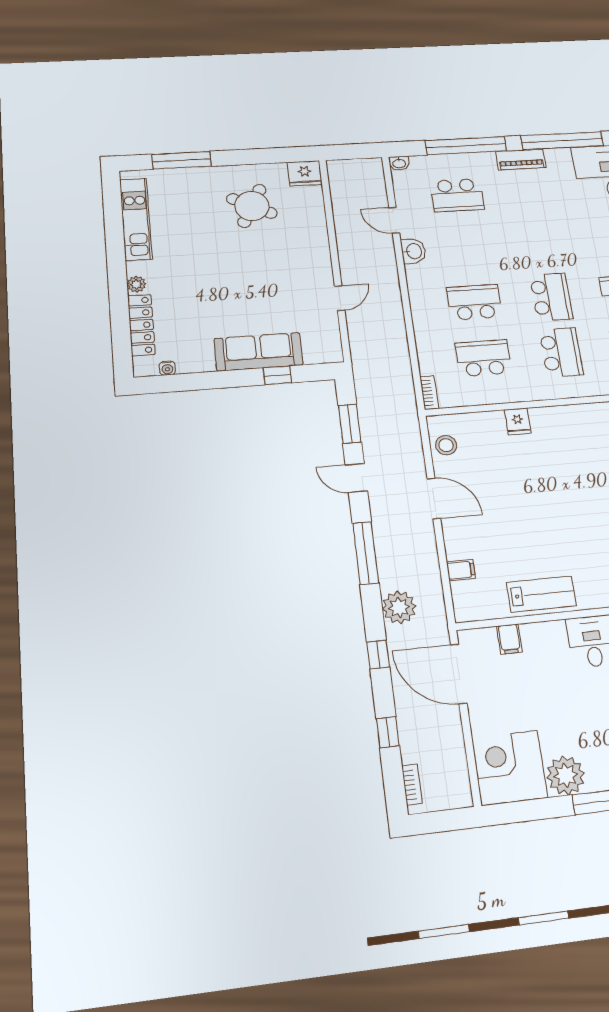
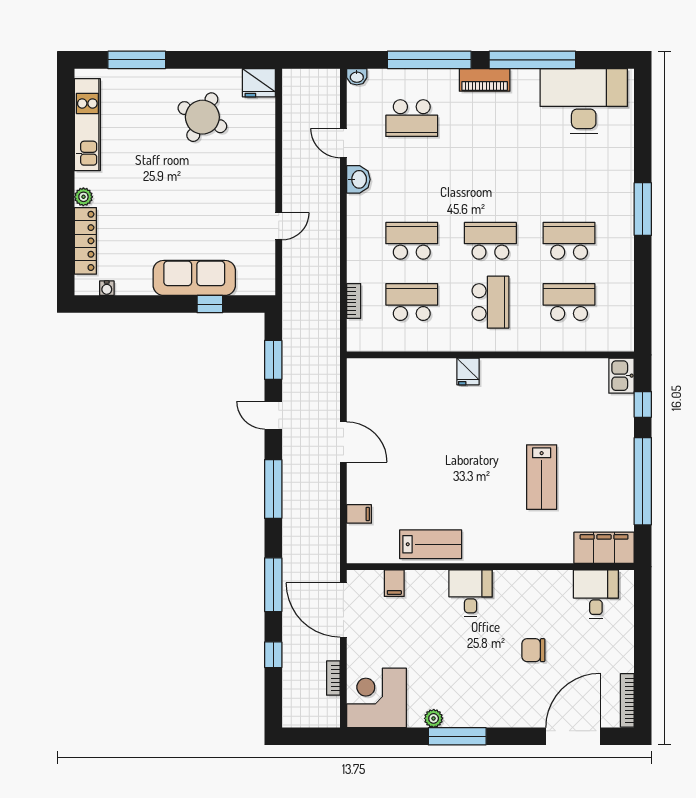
school desk: (551, 297) -> (490, 241), turned -90
bookcase: (429, 393) -> (354, 301), moved
fridge: (518, 421) -> (468, 371), moved
stool: (446, 445) -> (362, 390), removed
plant: (399, 607) -> (298, 543), removed
window: (378, 655) -> (273, 585), width x2.17
plant: (566, 775) -> (434, 718), width x0.53, depth x0.53
bookcase: (412, 785) -> (333, 678), moved, turned 180

